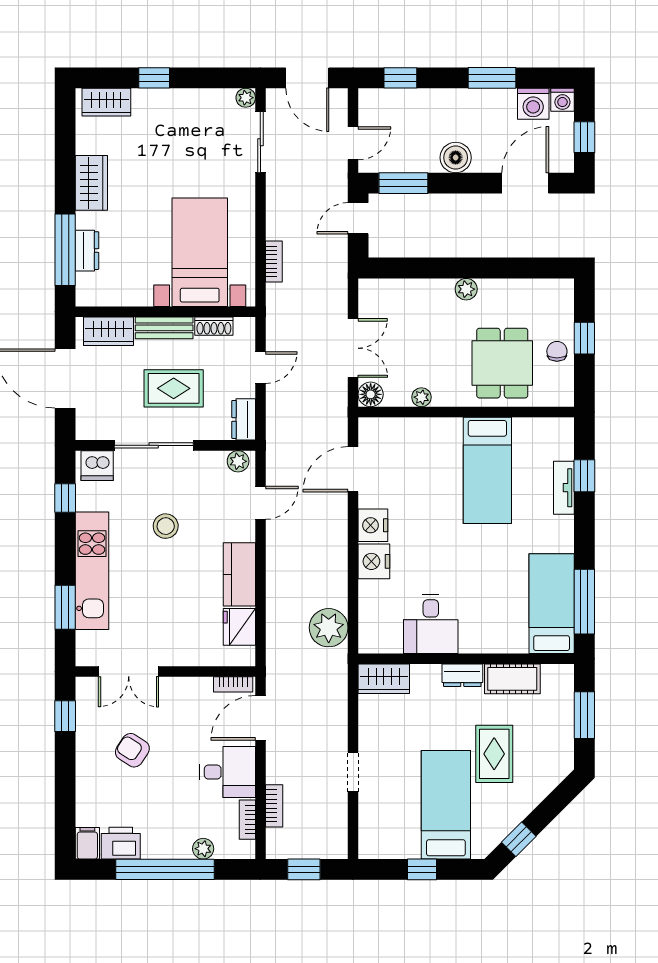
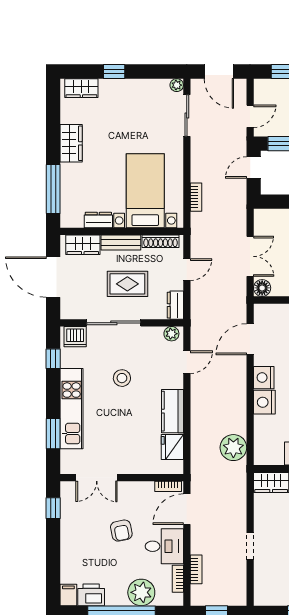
dresser: (87, 251) -> (98, 220), moved, turned -90
shoe rack: (214, 326) -> (160, 241), width x1.43
armchair: (132, 750) -> (121, 531), moved, turned -134
plant: (203, 849) -> (141, 592), width x1.88, depth x1.88

